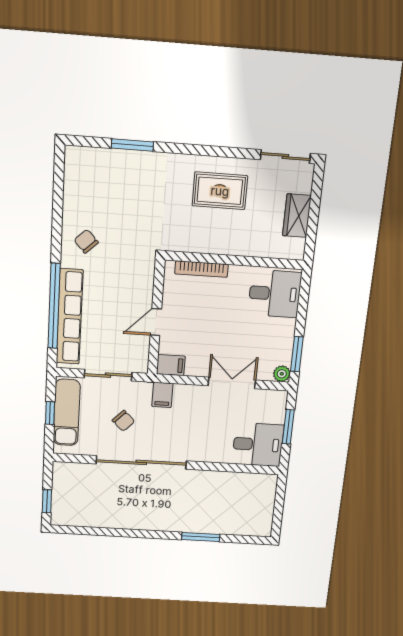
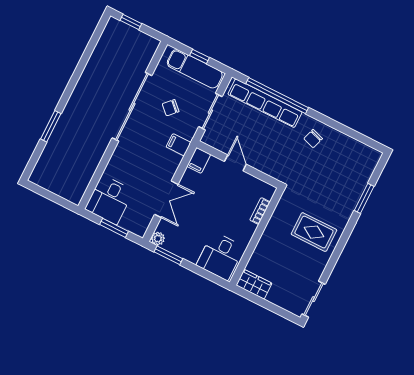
rug: (220, 191) -> (314, 232), moved, turned 90
wardrobe: (297, 216) -> (254, 284), moved
chair: (86, 241) -> (313, 139), turned 151
bookcase: (202, 269) -> (260, 211), width x0.64

